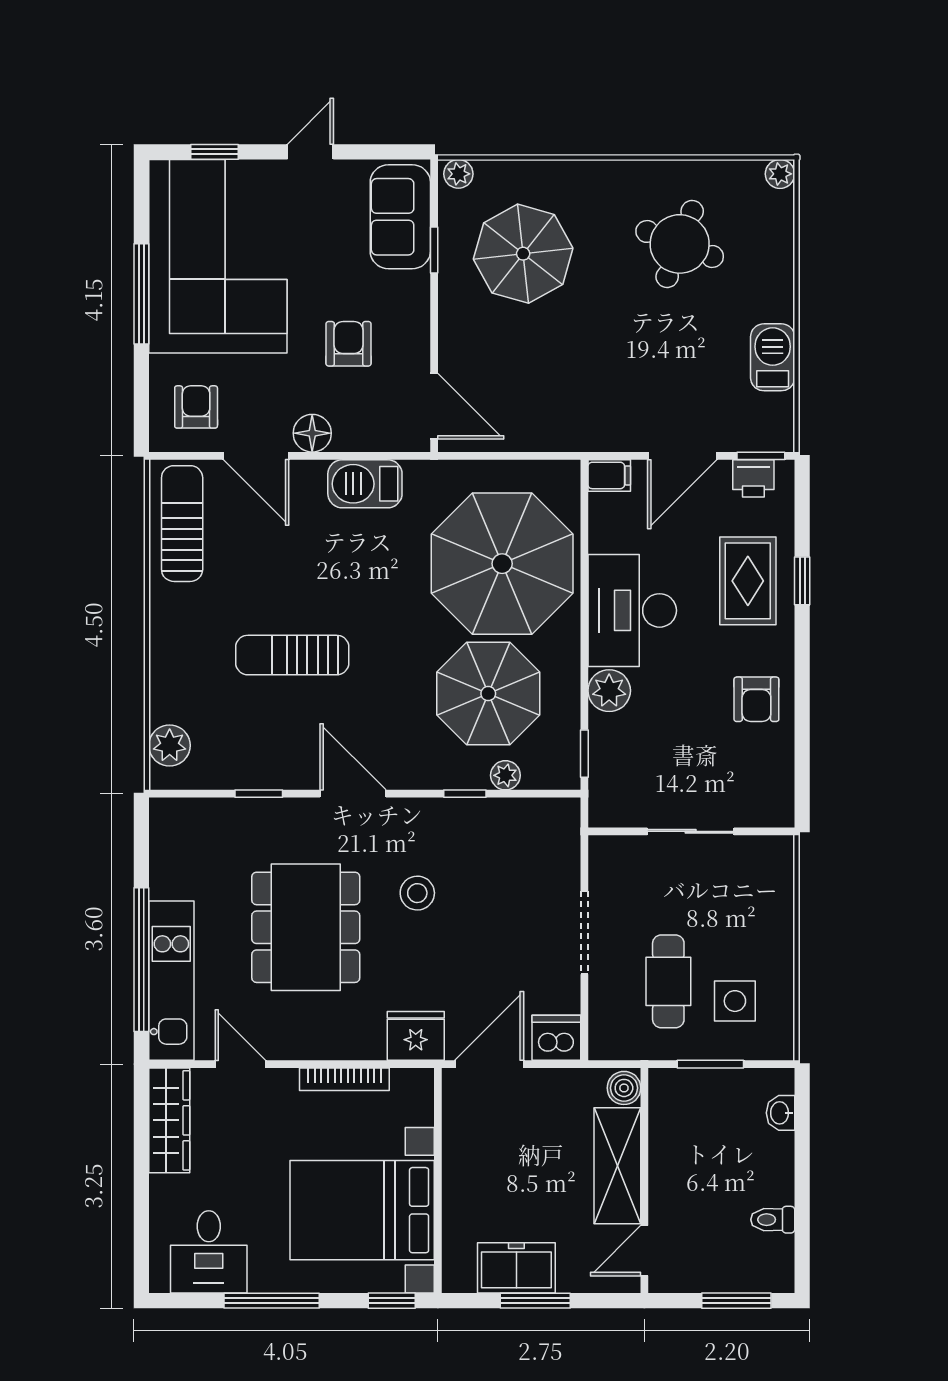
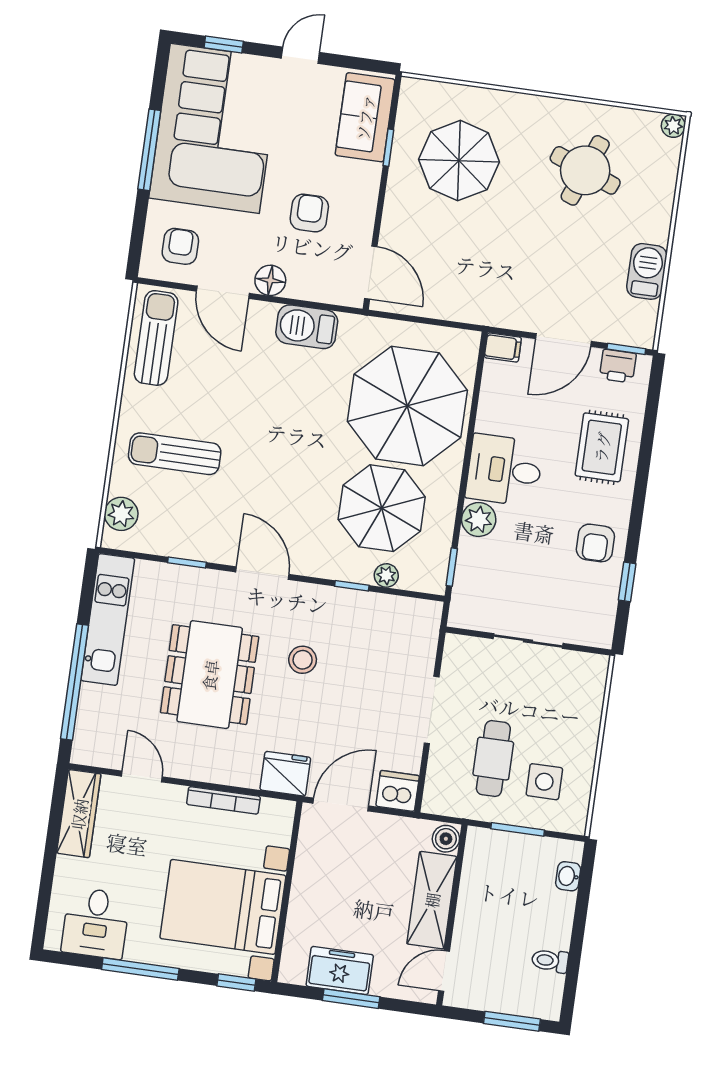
plant: (458, 174) -> (416, 89), removed
window: (802, 581) -> (627, 582), moved
desk: (632, 610) -> (504, 470), width x0.73
sun lounger: (292, 655) -> (175, 454), moved
kitchen unit: (171, 981) -> (108, 619), moved

